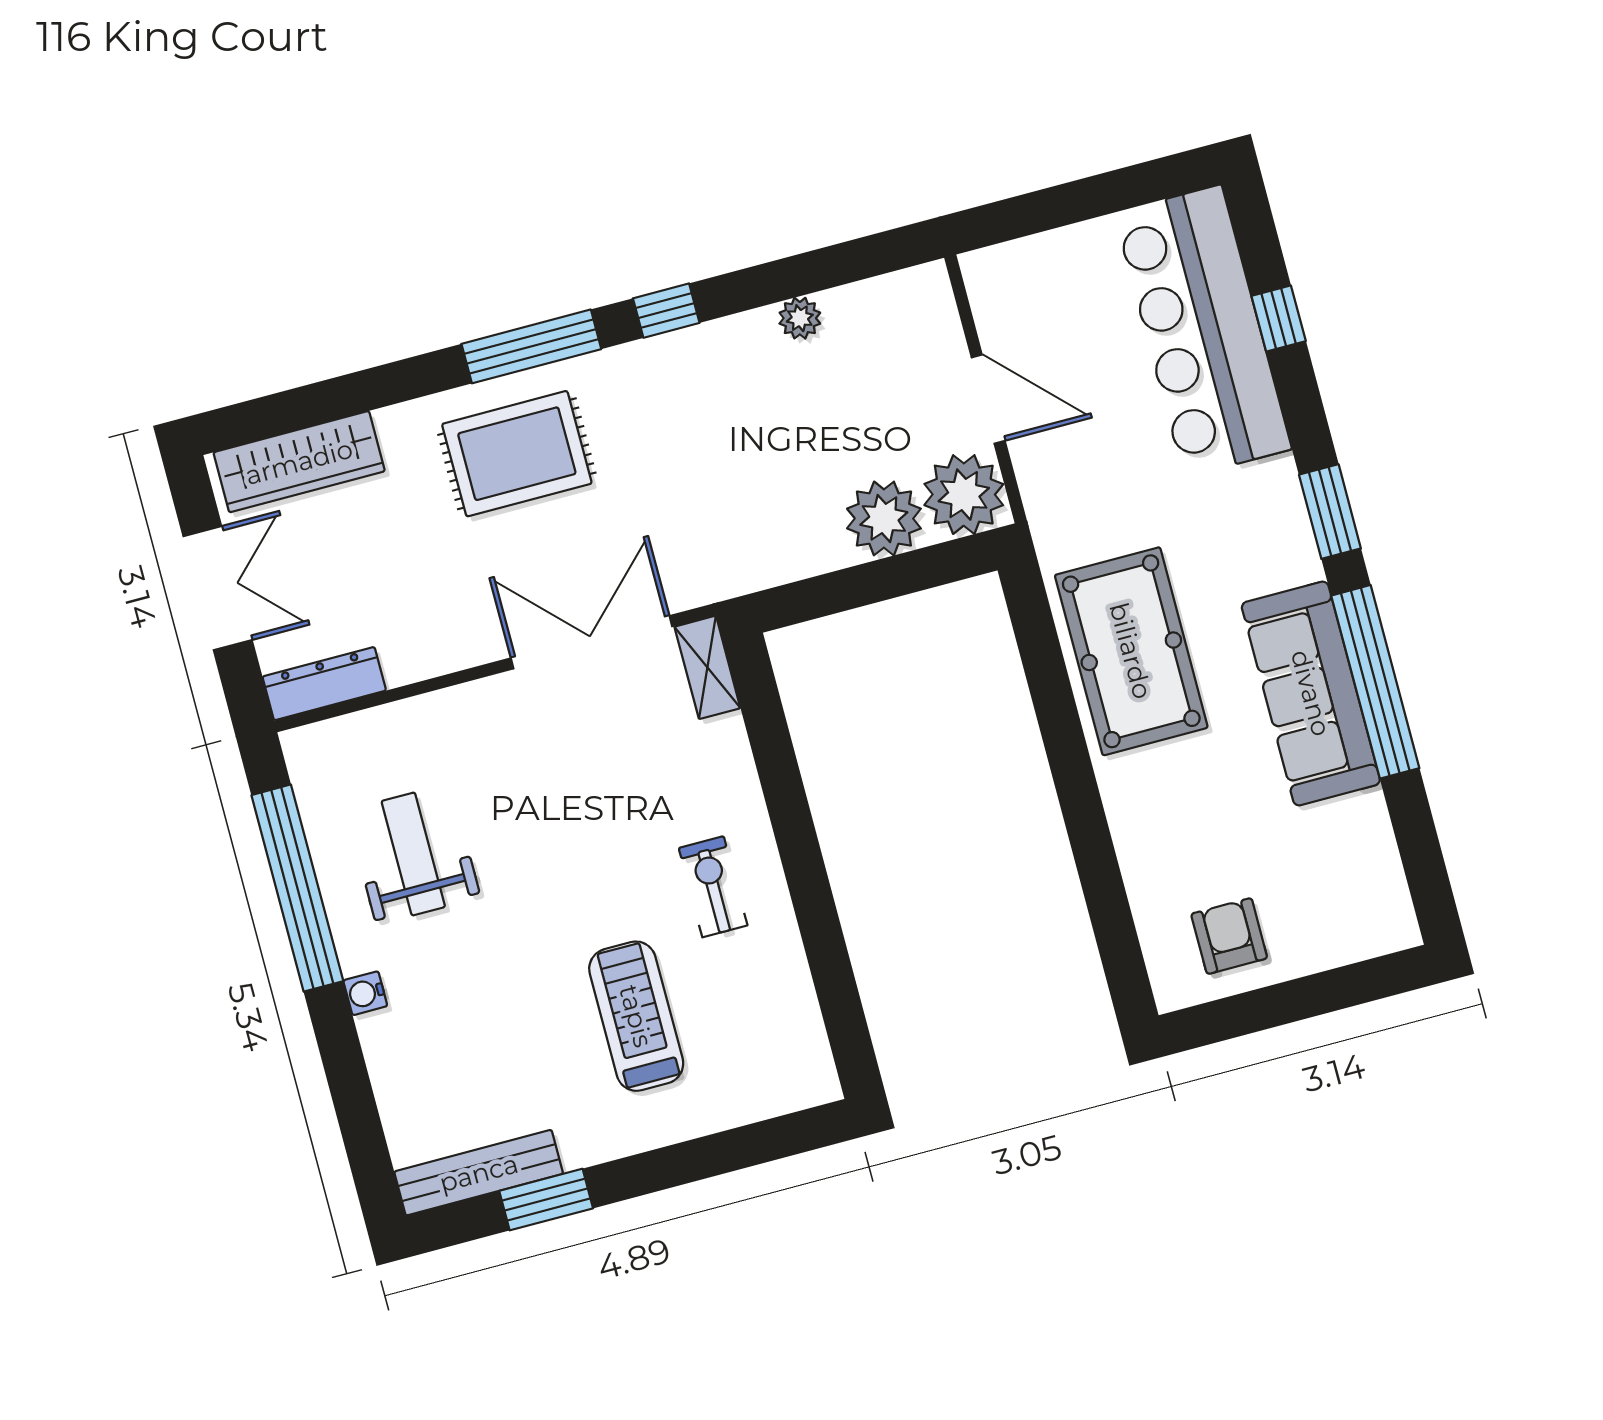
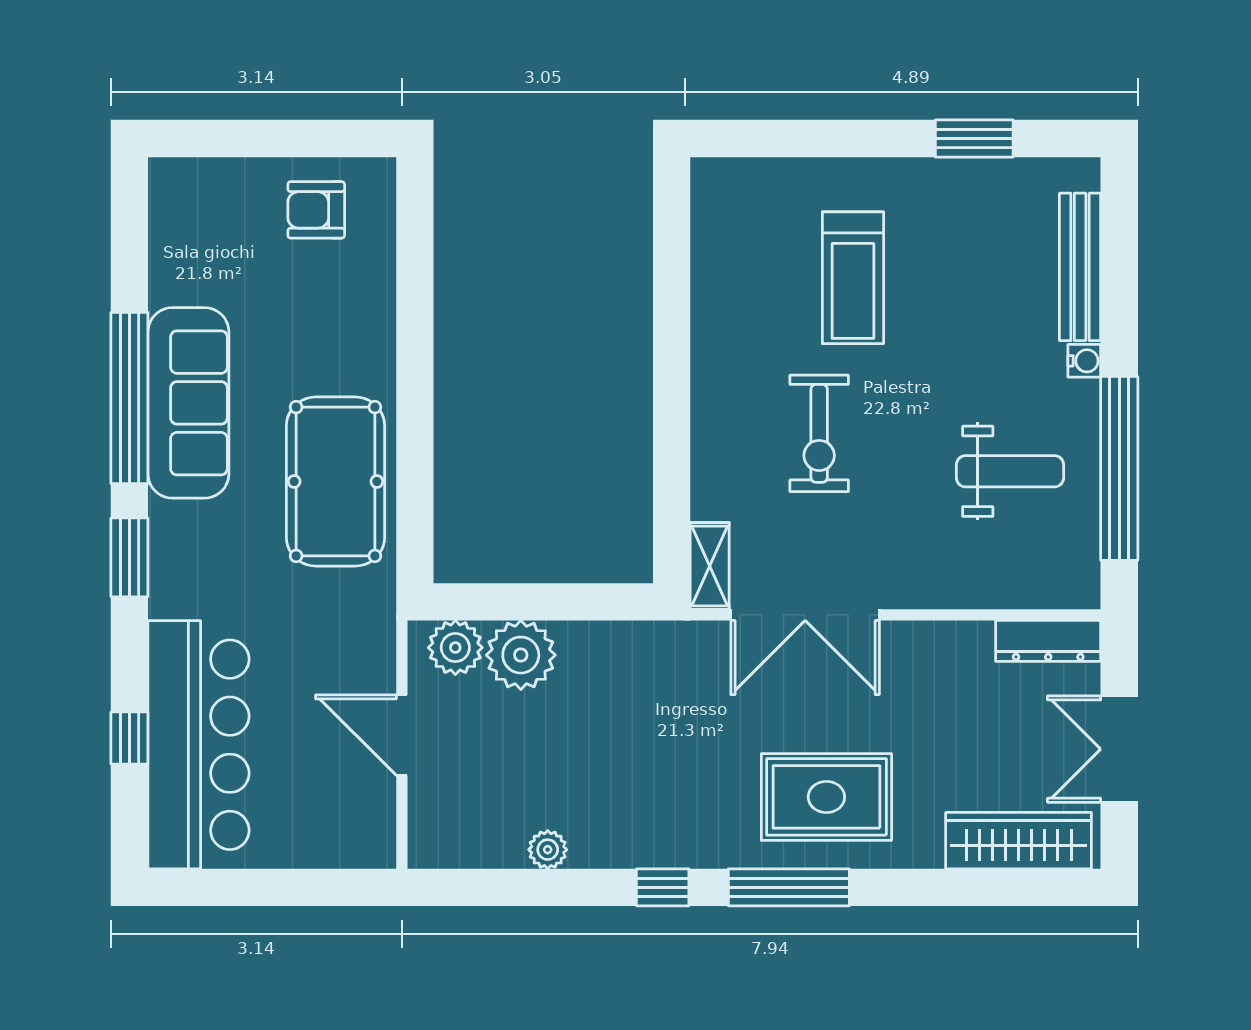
plant: (964, 495) -> (455, 648), width x0.73, depth x0.73
weight bench: (413, 854) -> (1010, 471), turned -90
exercise bike: (713, 887) -> (819, 433), moved, width x1.38, depth x1.39
armchair: (1229, 936) -> (316, 210), turned 90
bench: (479, 1173) -> (1080, 267), moved, turned 90

